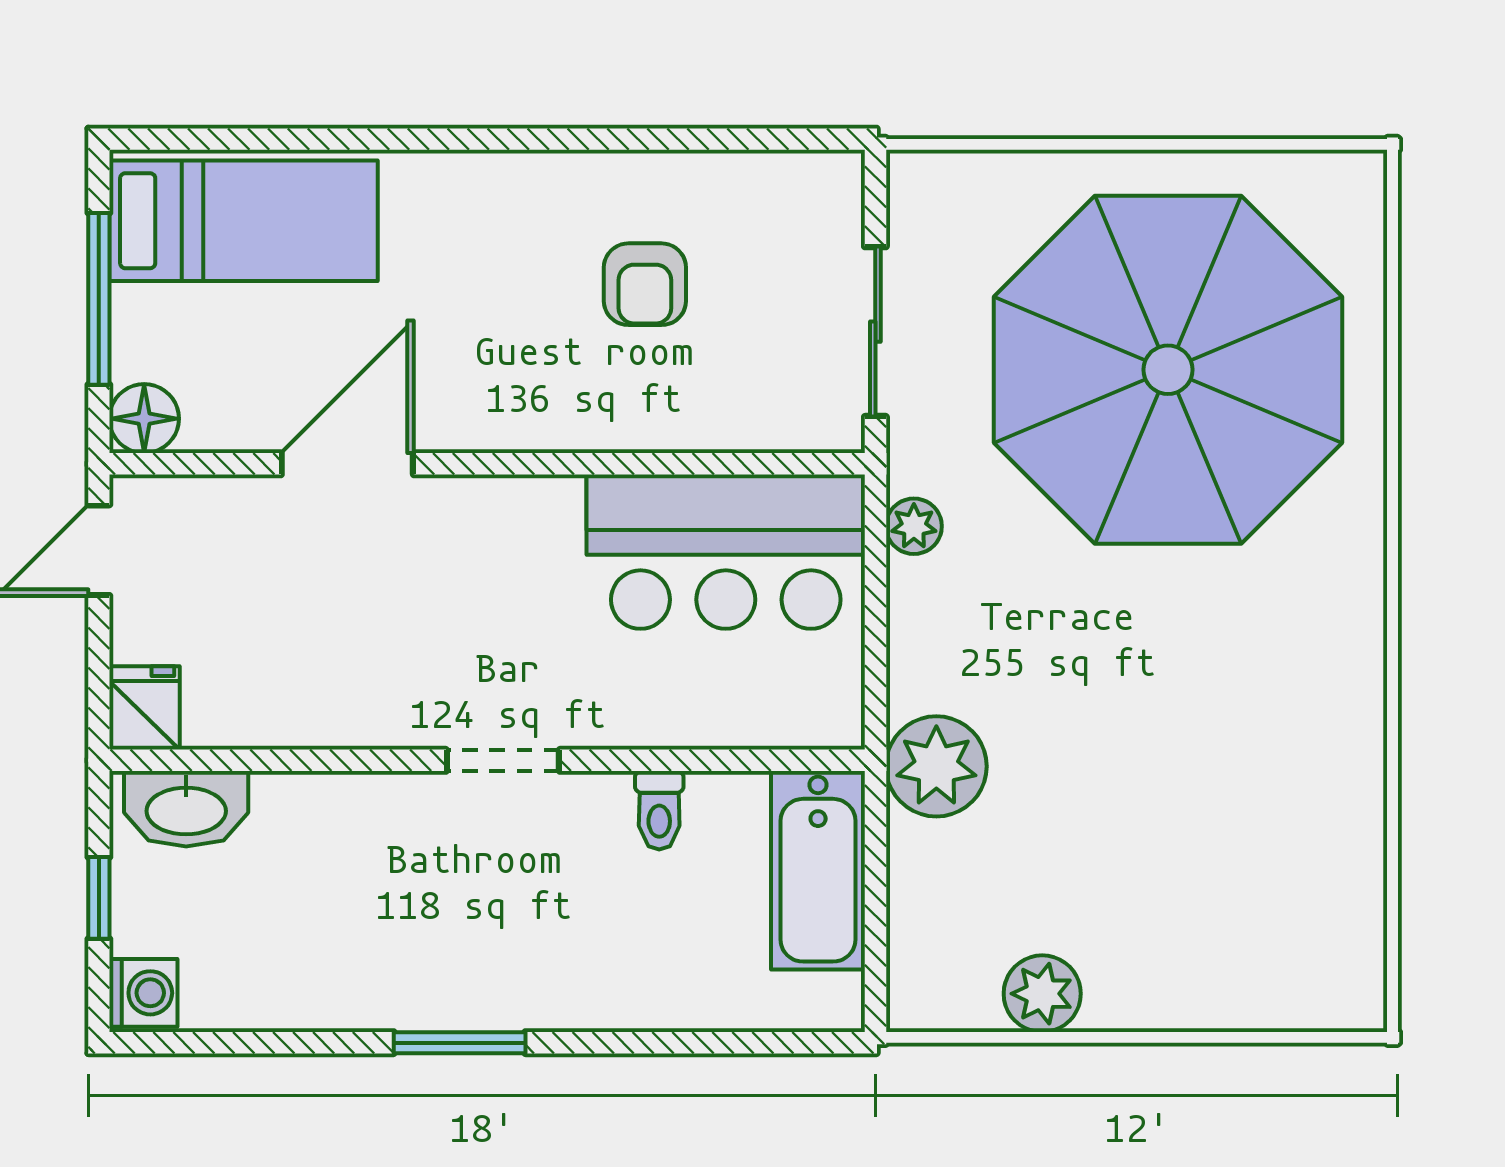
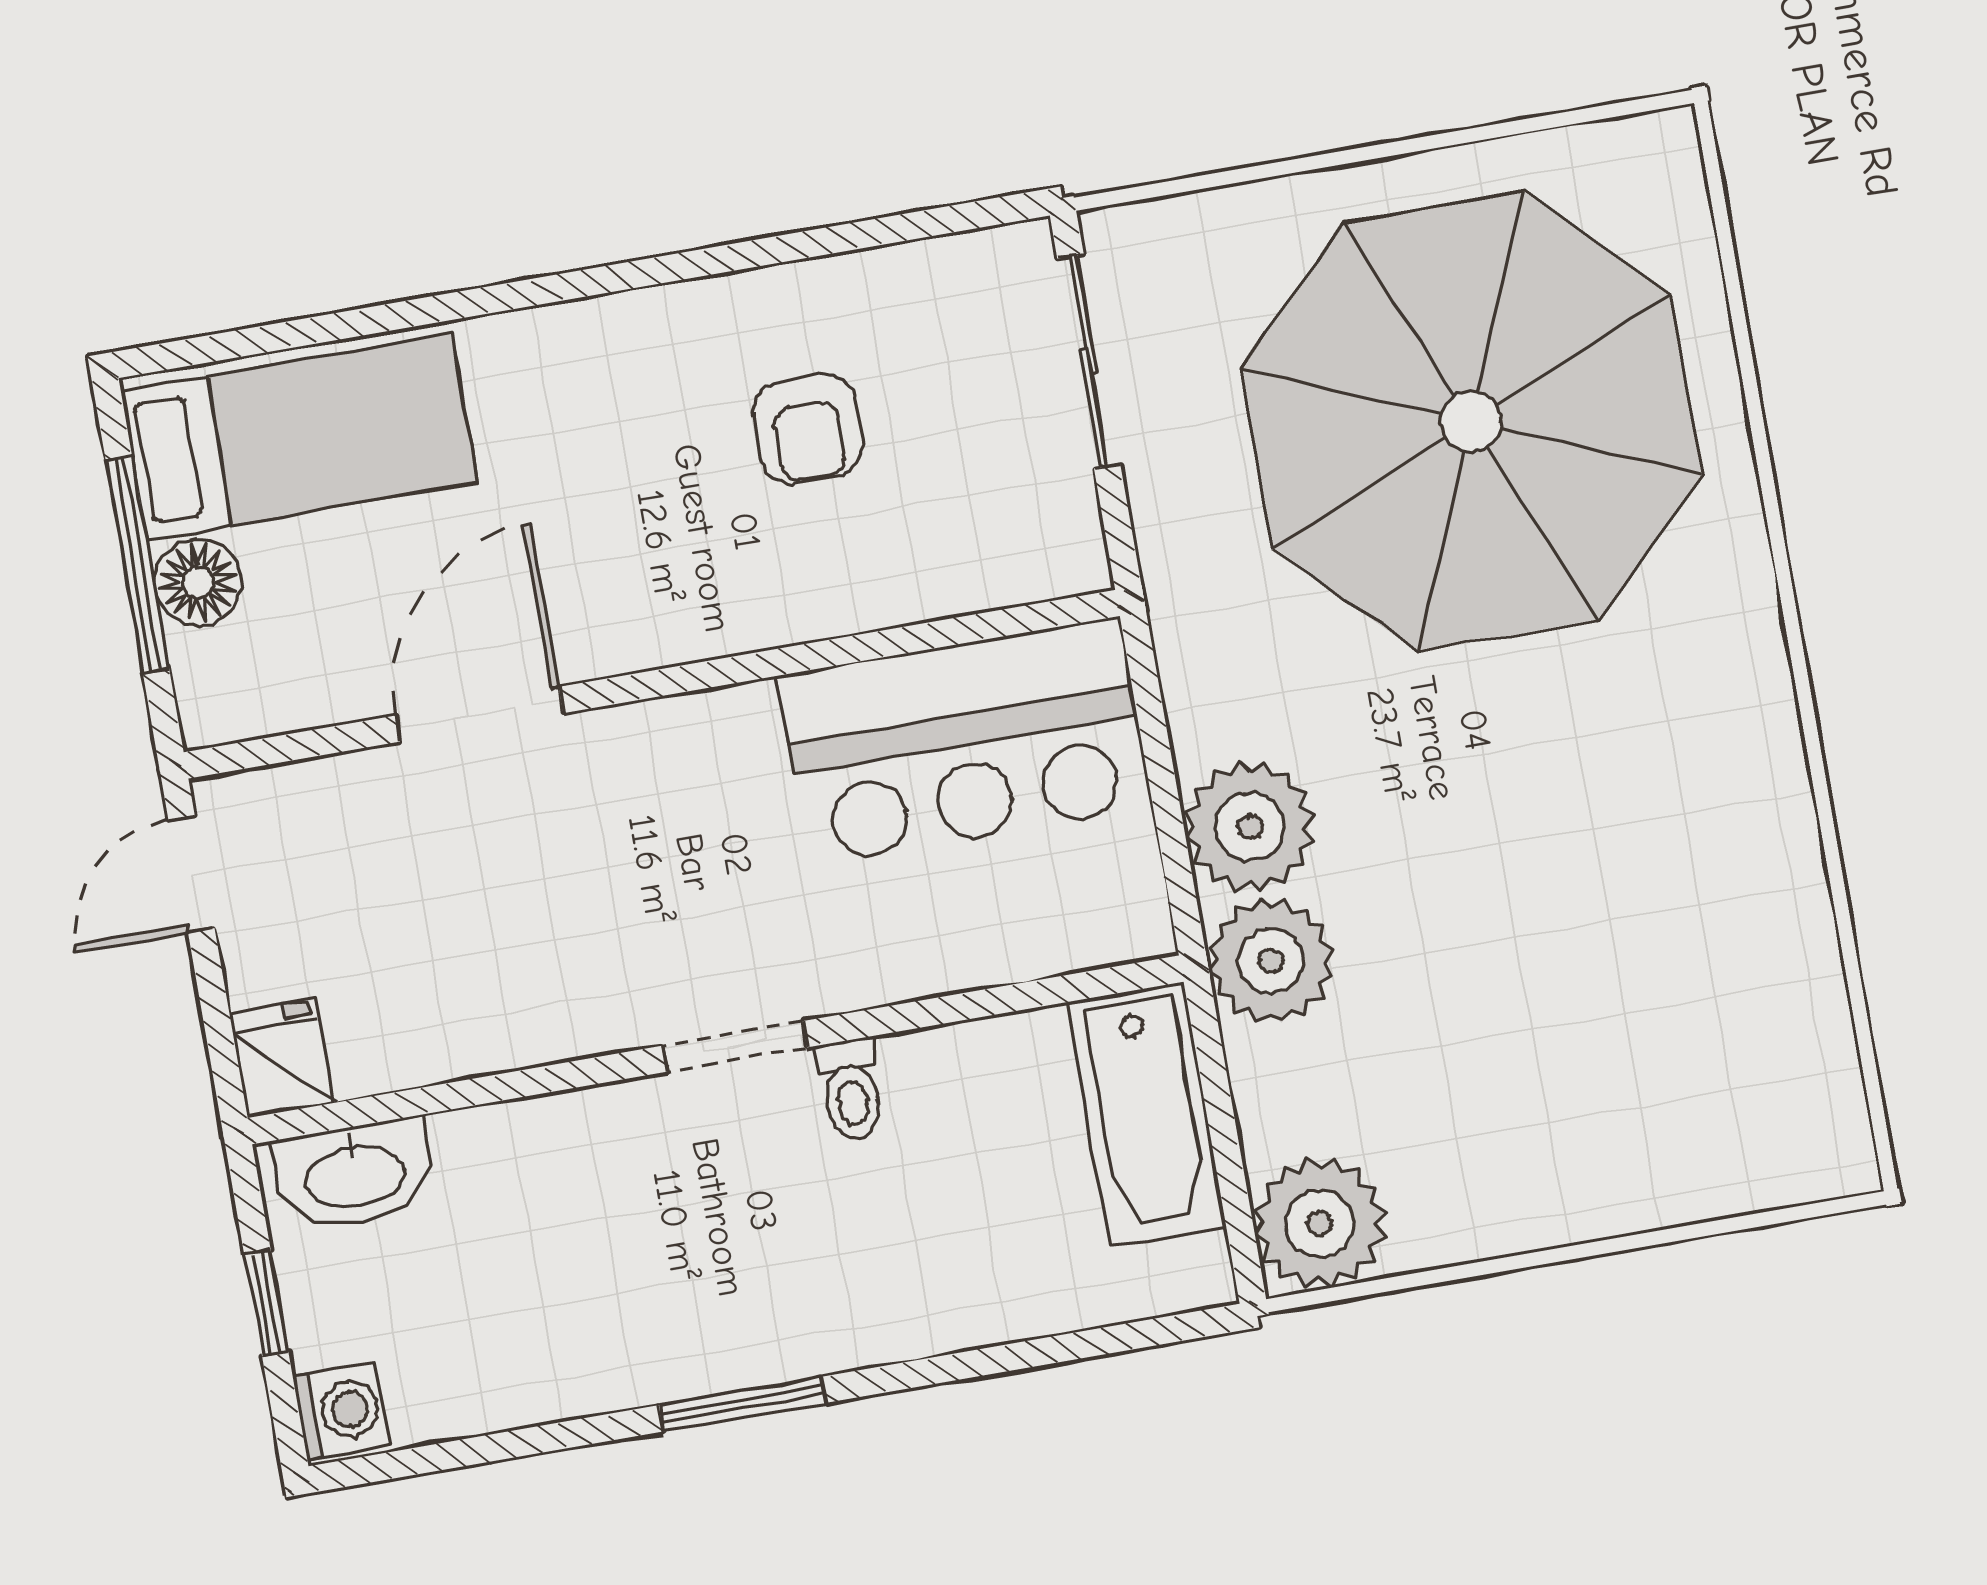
sliding door: (875, 332) -> (1089, 361), moved
floor lamp: (144, 419) -> (198, 582), moved
plant: (914, 526) -> (1250, 827), moved, width x1.88, depth x1.88
toilet: (659, 810) -> (851, 1090), moved
plant: (1042, 994) -> (1319, 1223), moved, width x1.36, depth x1.36

